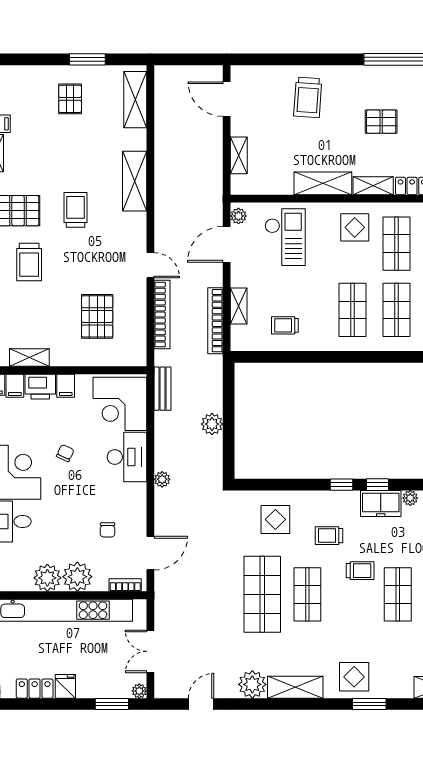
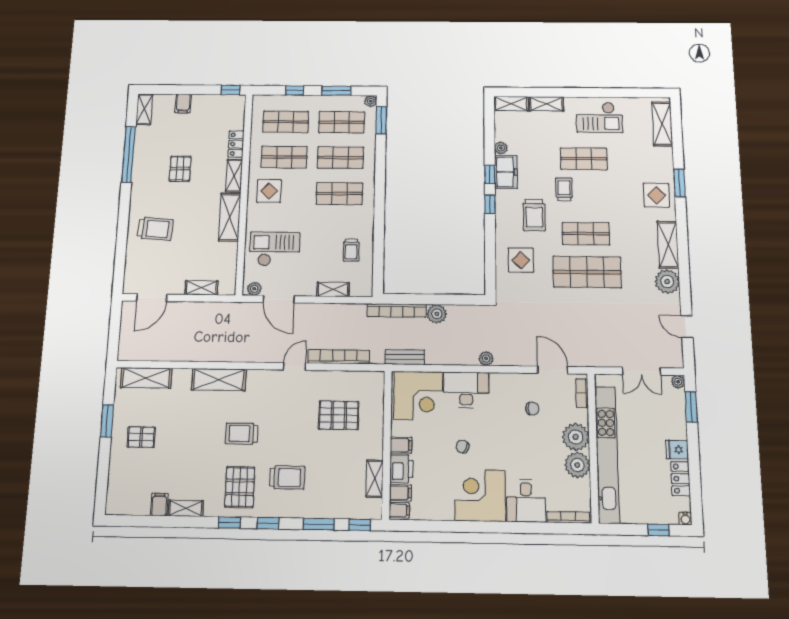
bookcase: (215, 321) -> (397, 310), moved
trolley: (329, 536) -> (534, 215), width x1.36, depth x1.39

